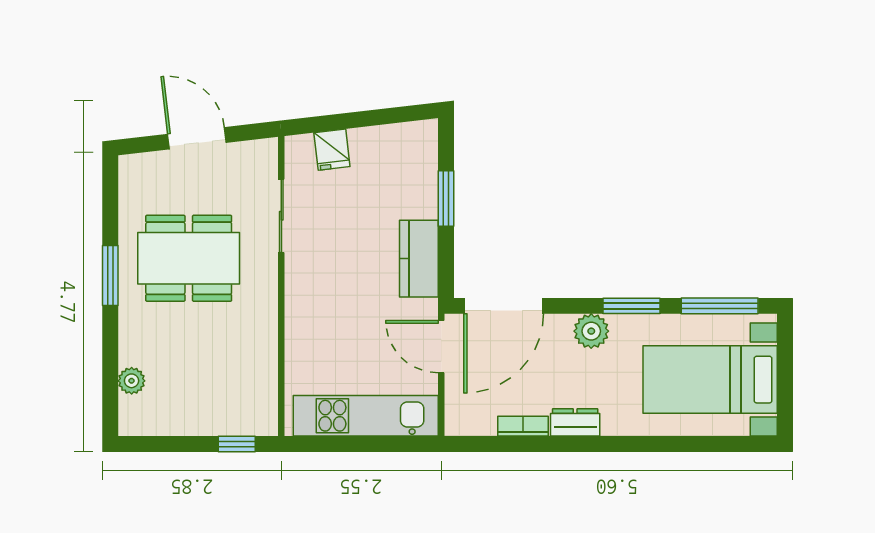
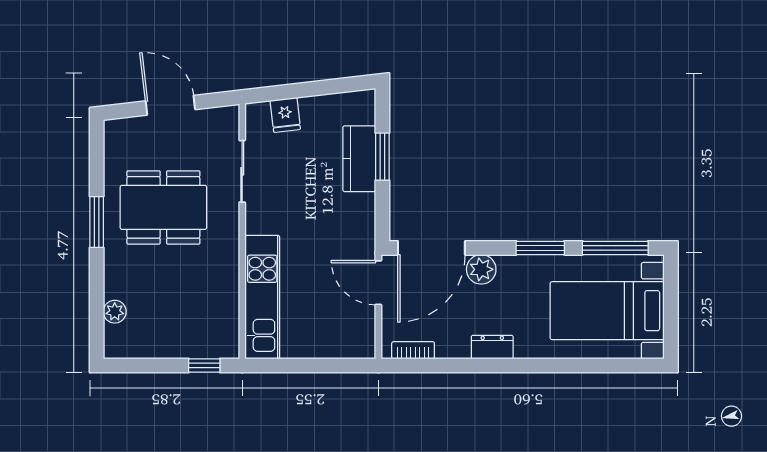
kitchen counter: (419, 259) -> (359, 159), moved
plant: (591, 331) -> (481, 269), moved
kitchen unit: (366, 416) -> (262, 297), moved, turned 90
bookcase: (523, 426) -> (413, 350), moved

